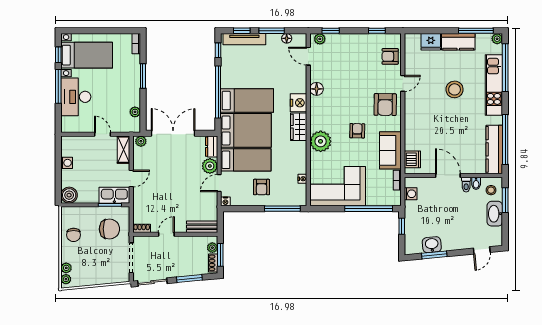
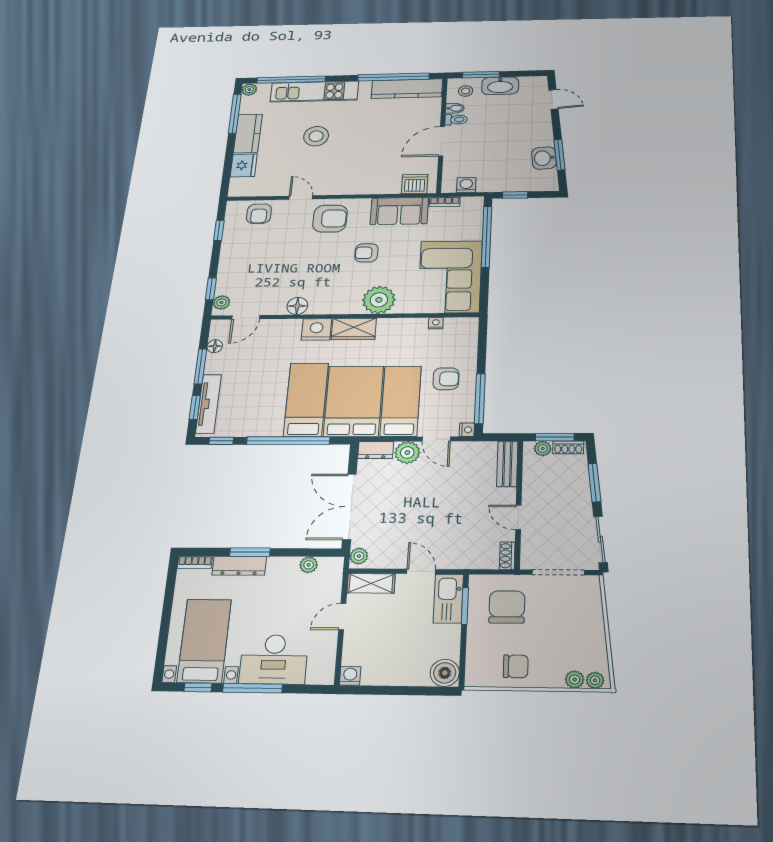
dresser: (134, 71) -> (239, 566), added
washing machine: (67, 163) -> (350, 676), moved
window: (282, 209) -> (480, 399), moved

